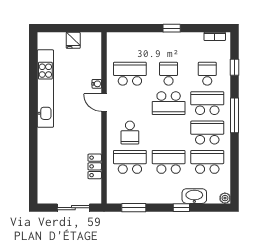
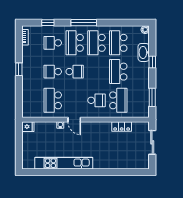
fridge: (73, 40) -> (28, 127), moved
door: (104, 103) -> (74, 120), hinge flipped
school desk: (169, 103) -> (75, 72), width x0.54
school desk: (130, 162) -> (118, 100), turned 180

